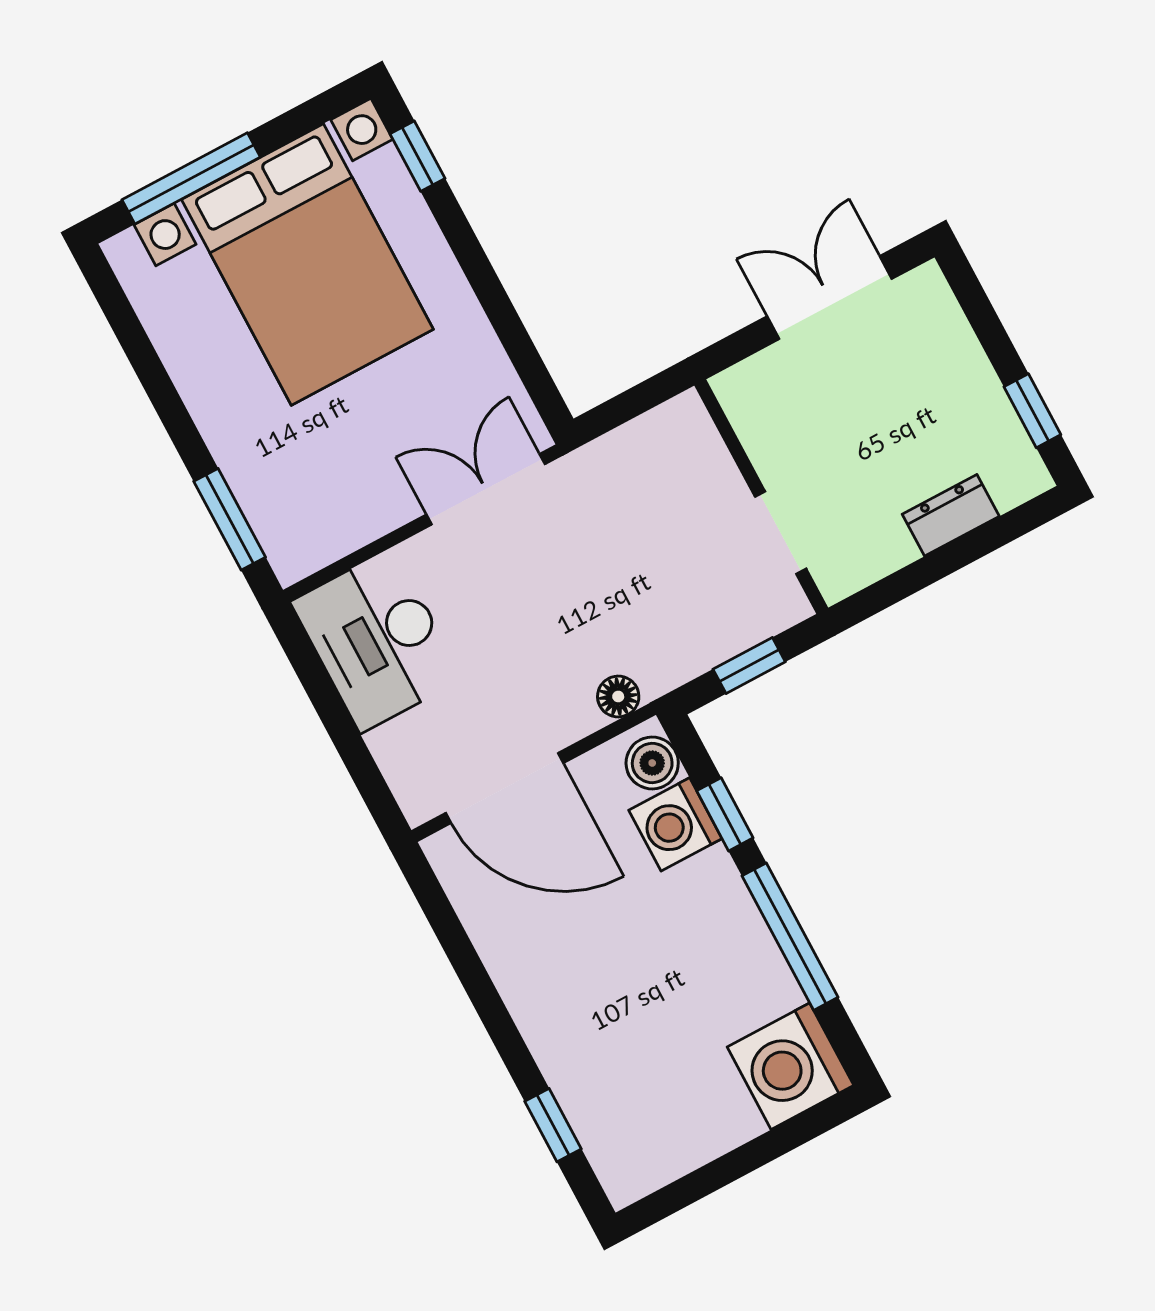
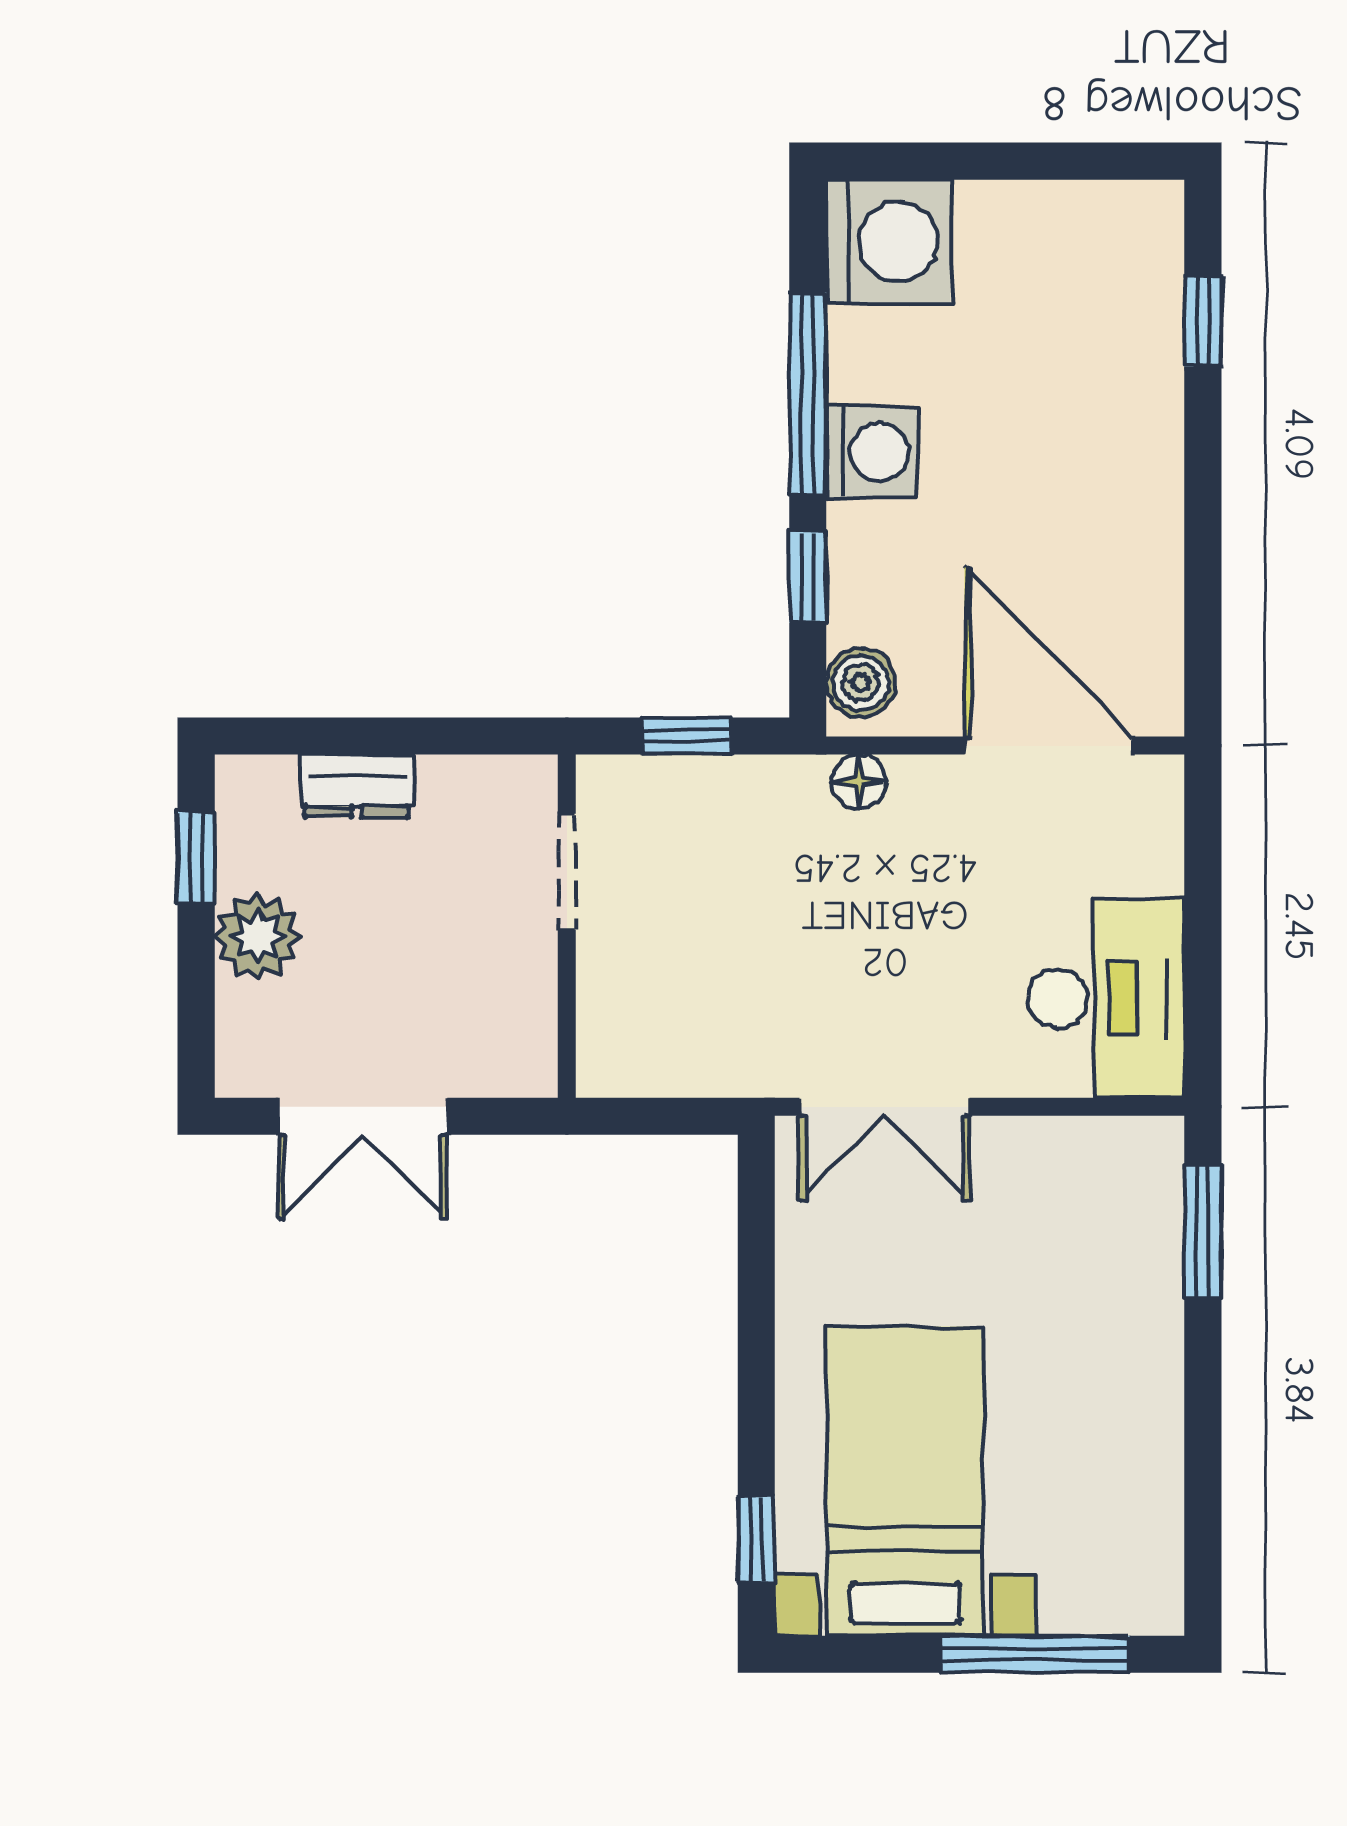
bed with nightstands: (307, 264) -> (905, 1481), width x0.73
plant: (963, 380) -> (258, 937), added
washing machine: (675, 824) -> (872, 452), moved

